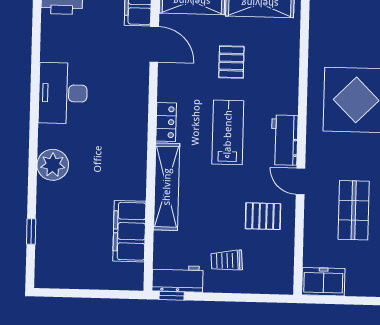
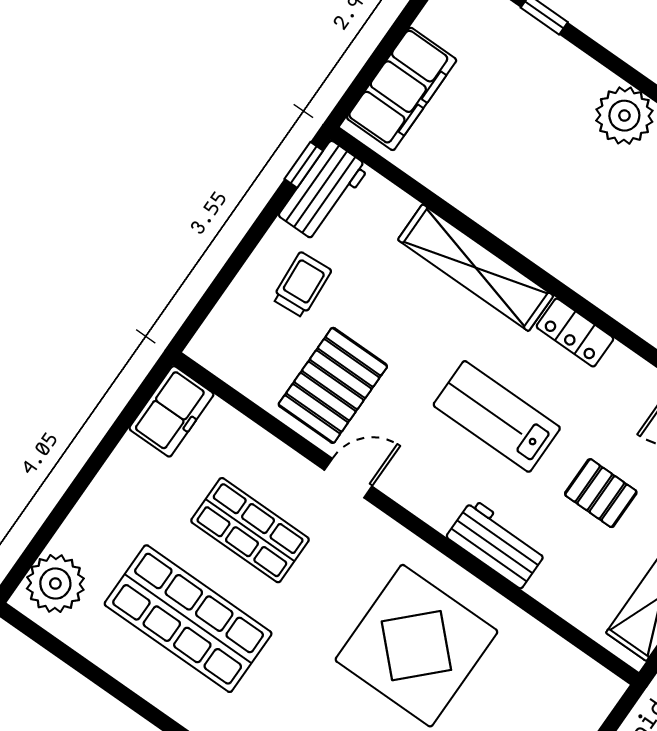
lab bench: (228, 132) -> (497, 416), turned 180
workbench: (284, 140) -> (497, 544), moved
pallet: (263, 216) -> (333, 385), width x1.50, depth x1.42
filing cabinet: (129, 231) -> (402, 89), moved, turned 90

